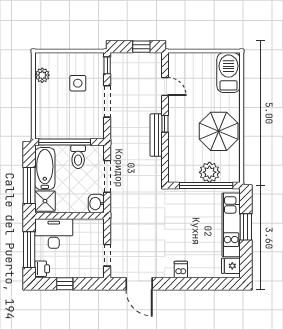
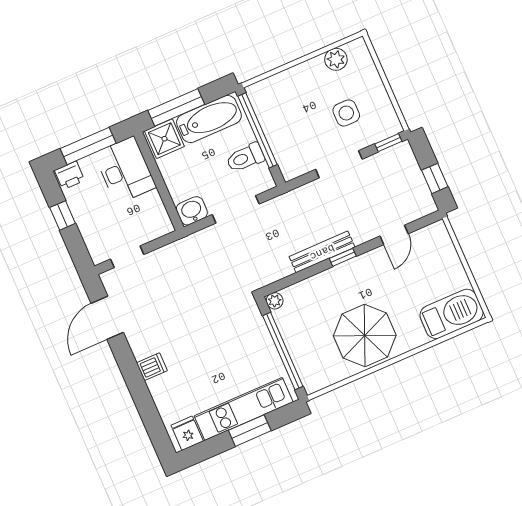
plant: (209, 172) -> (275, 301), moved, width x0.53, depth x0.53

